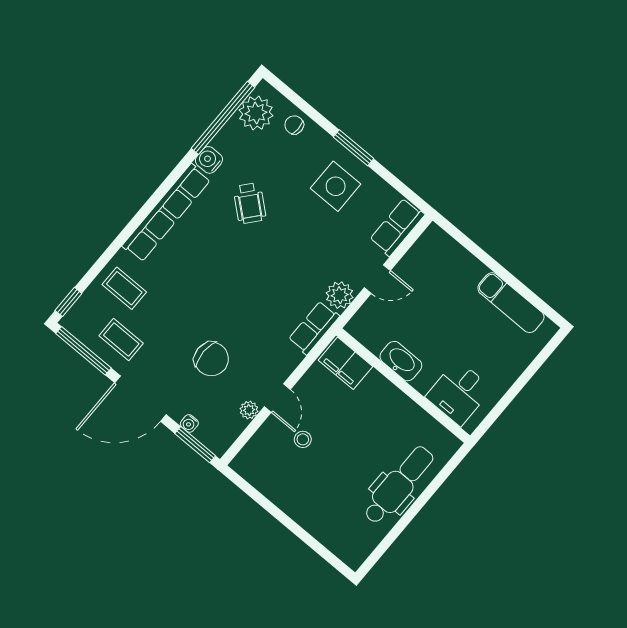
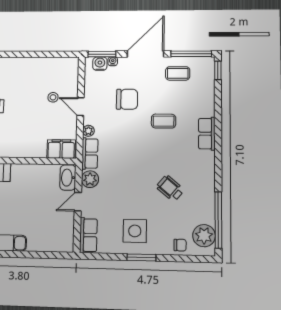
water cooler: (209, 160) -> (100, 64), moved, turned -90
row of seats: (166, 213) -> (207, 134), width x0.50
coffee table: (124, 288) -> (164, 121), moved
chair: (211, 359) -> (127, 99), turned 180
washbasin: (401, 361) -> (68, 178), moved, turned 90
plant: (249, 410) -> (88, 131), moved

